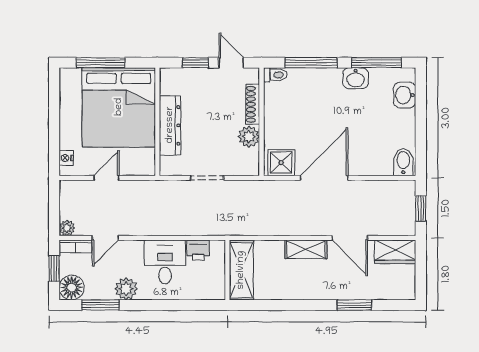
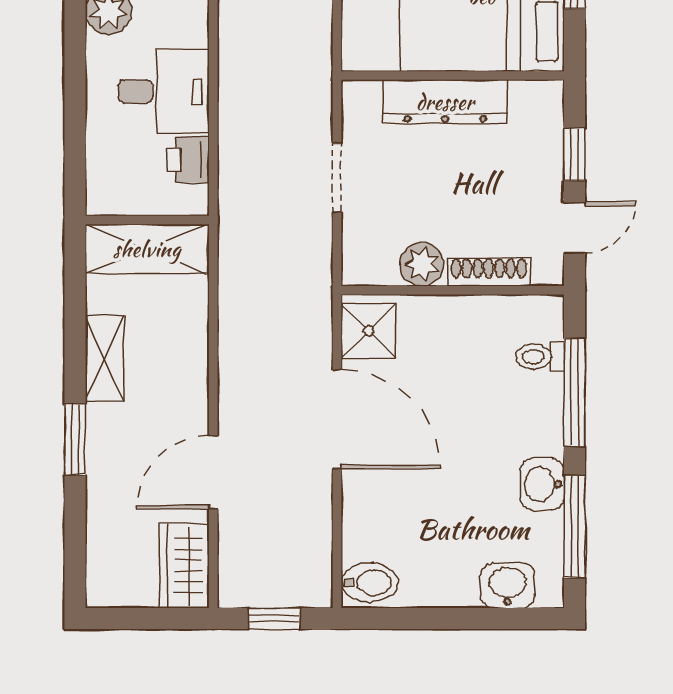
toilet: (275, 75) -> (540, 357), moved, turned 90
shelving: (306, 249) -> (105, 358), moved
window: (354, 305) -> (75, 440), moved

